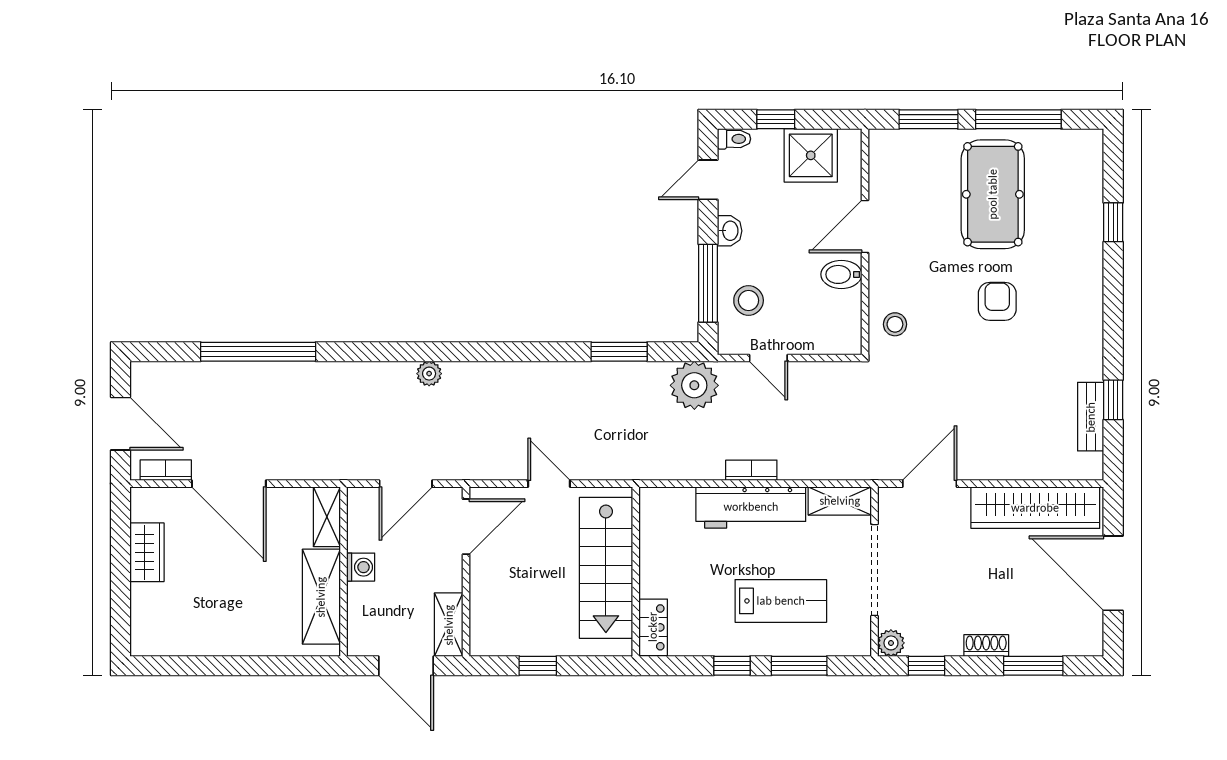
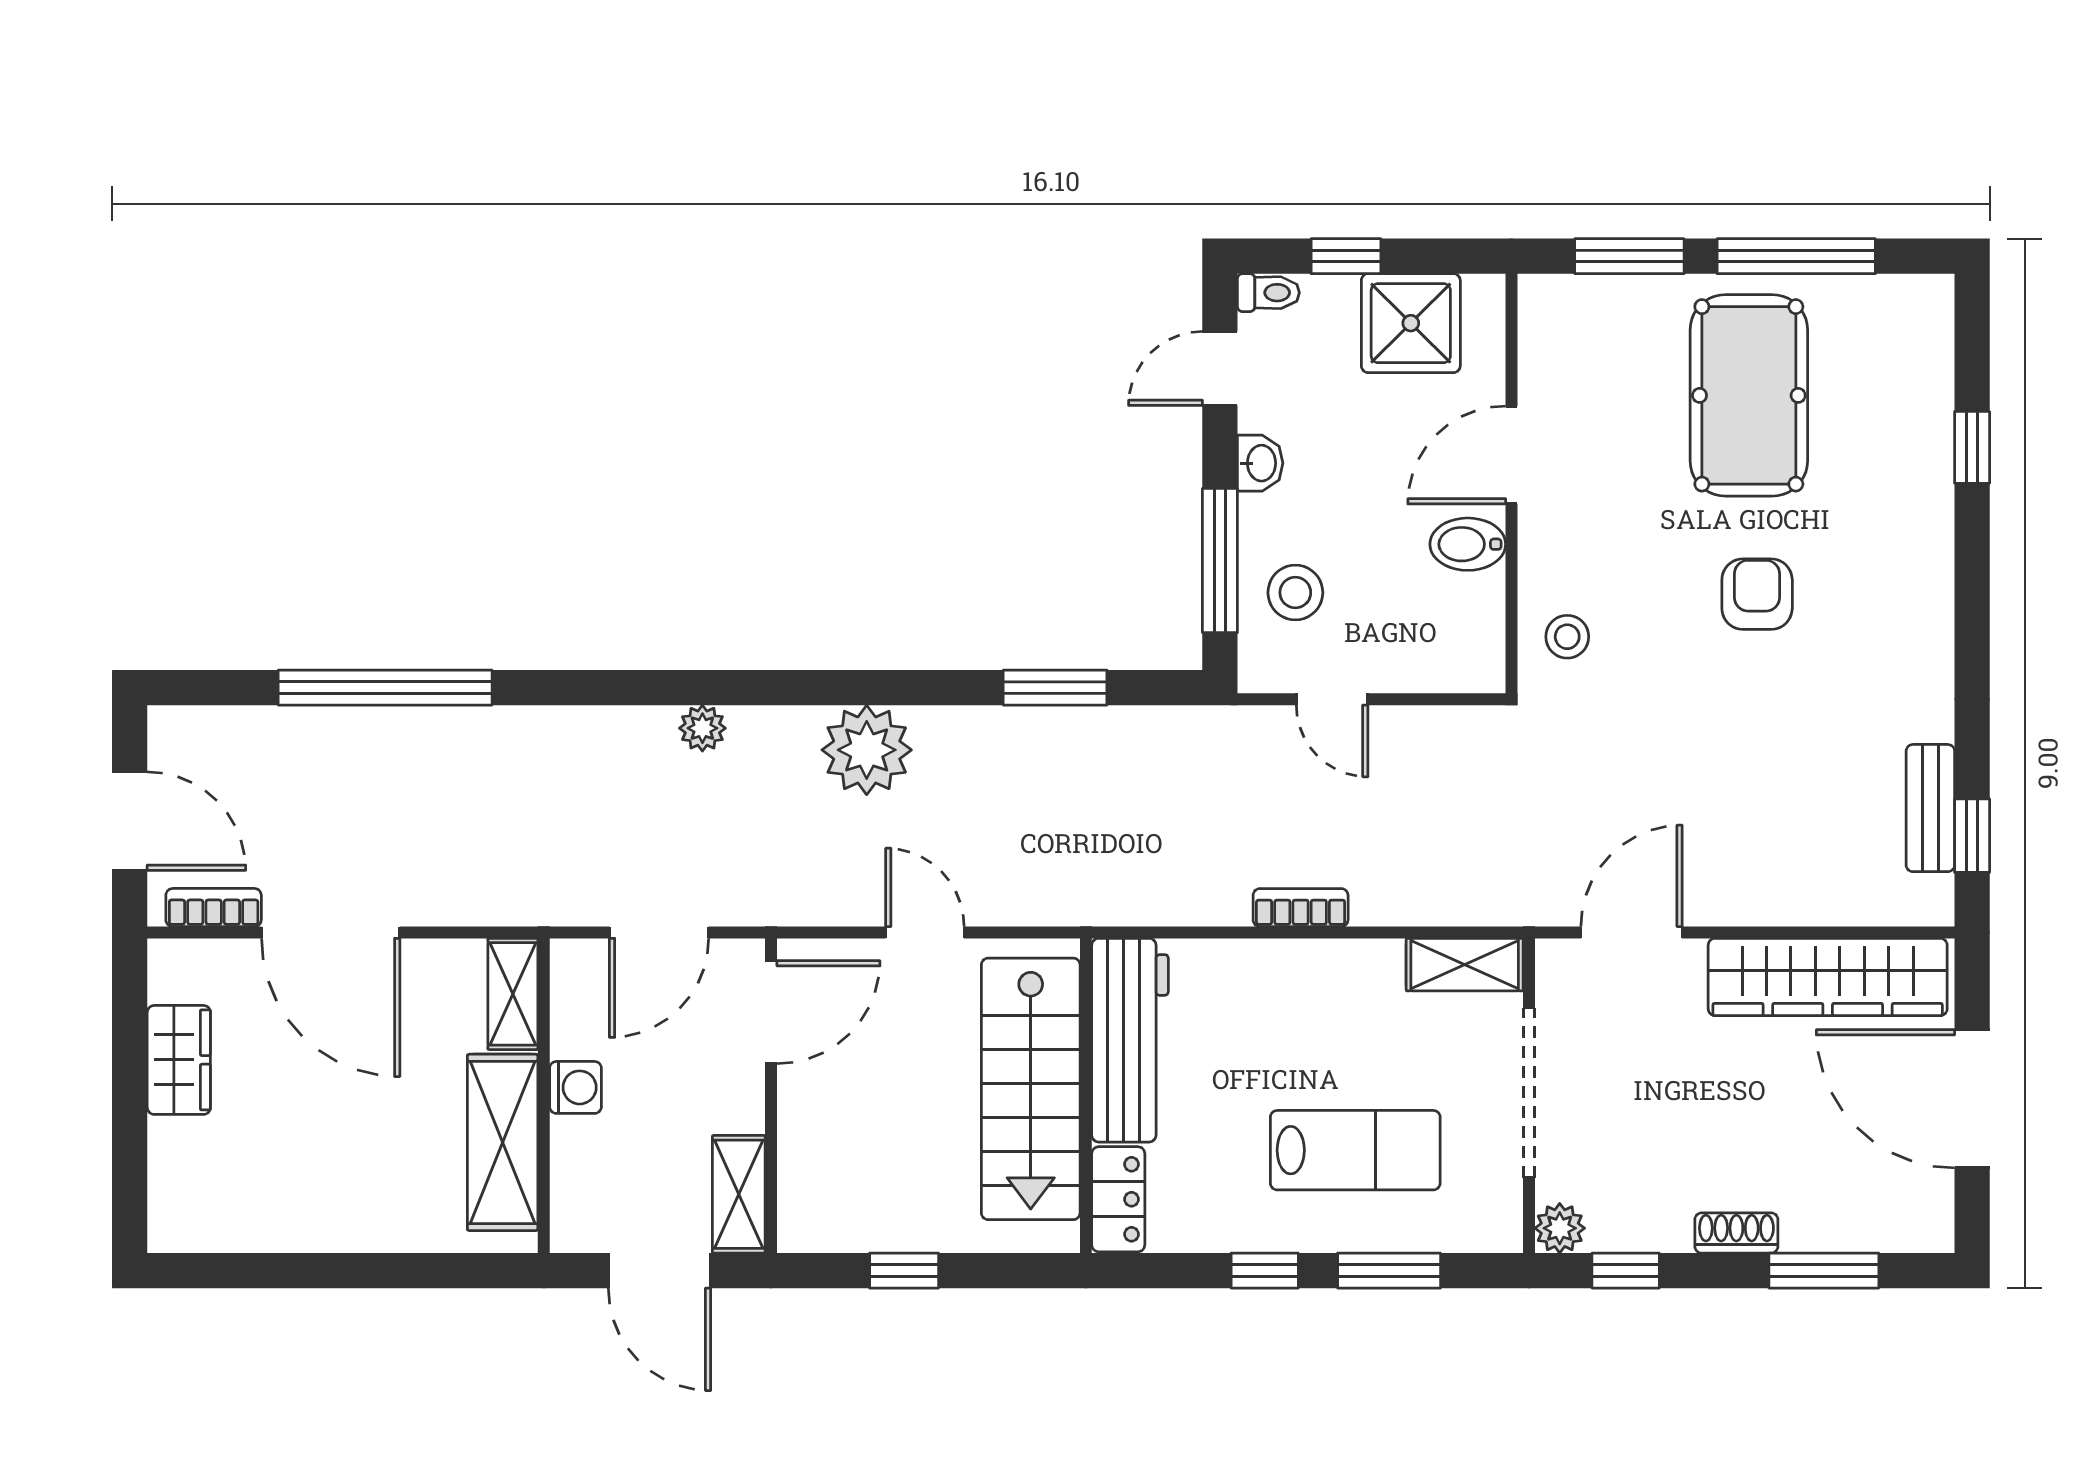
plant: (694, 385) -> (867, 750), moved
window: (1113, 400) -> (1972, 836), moved
workbench: (751, 507) -> (1130, 1040), moved, turned -90

